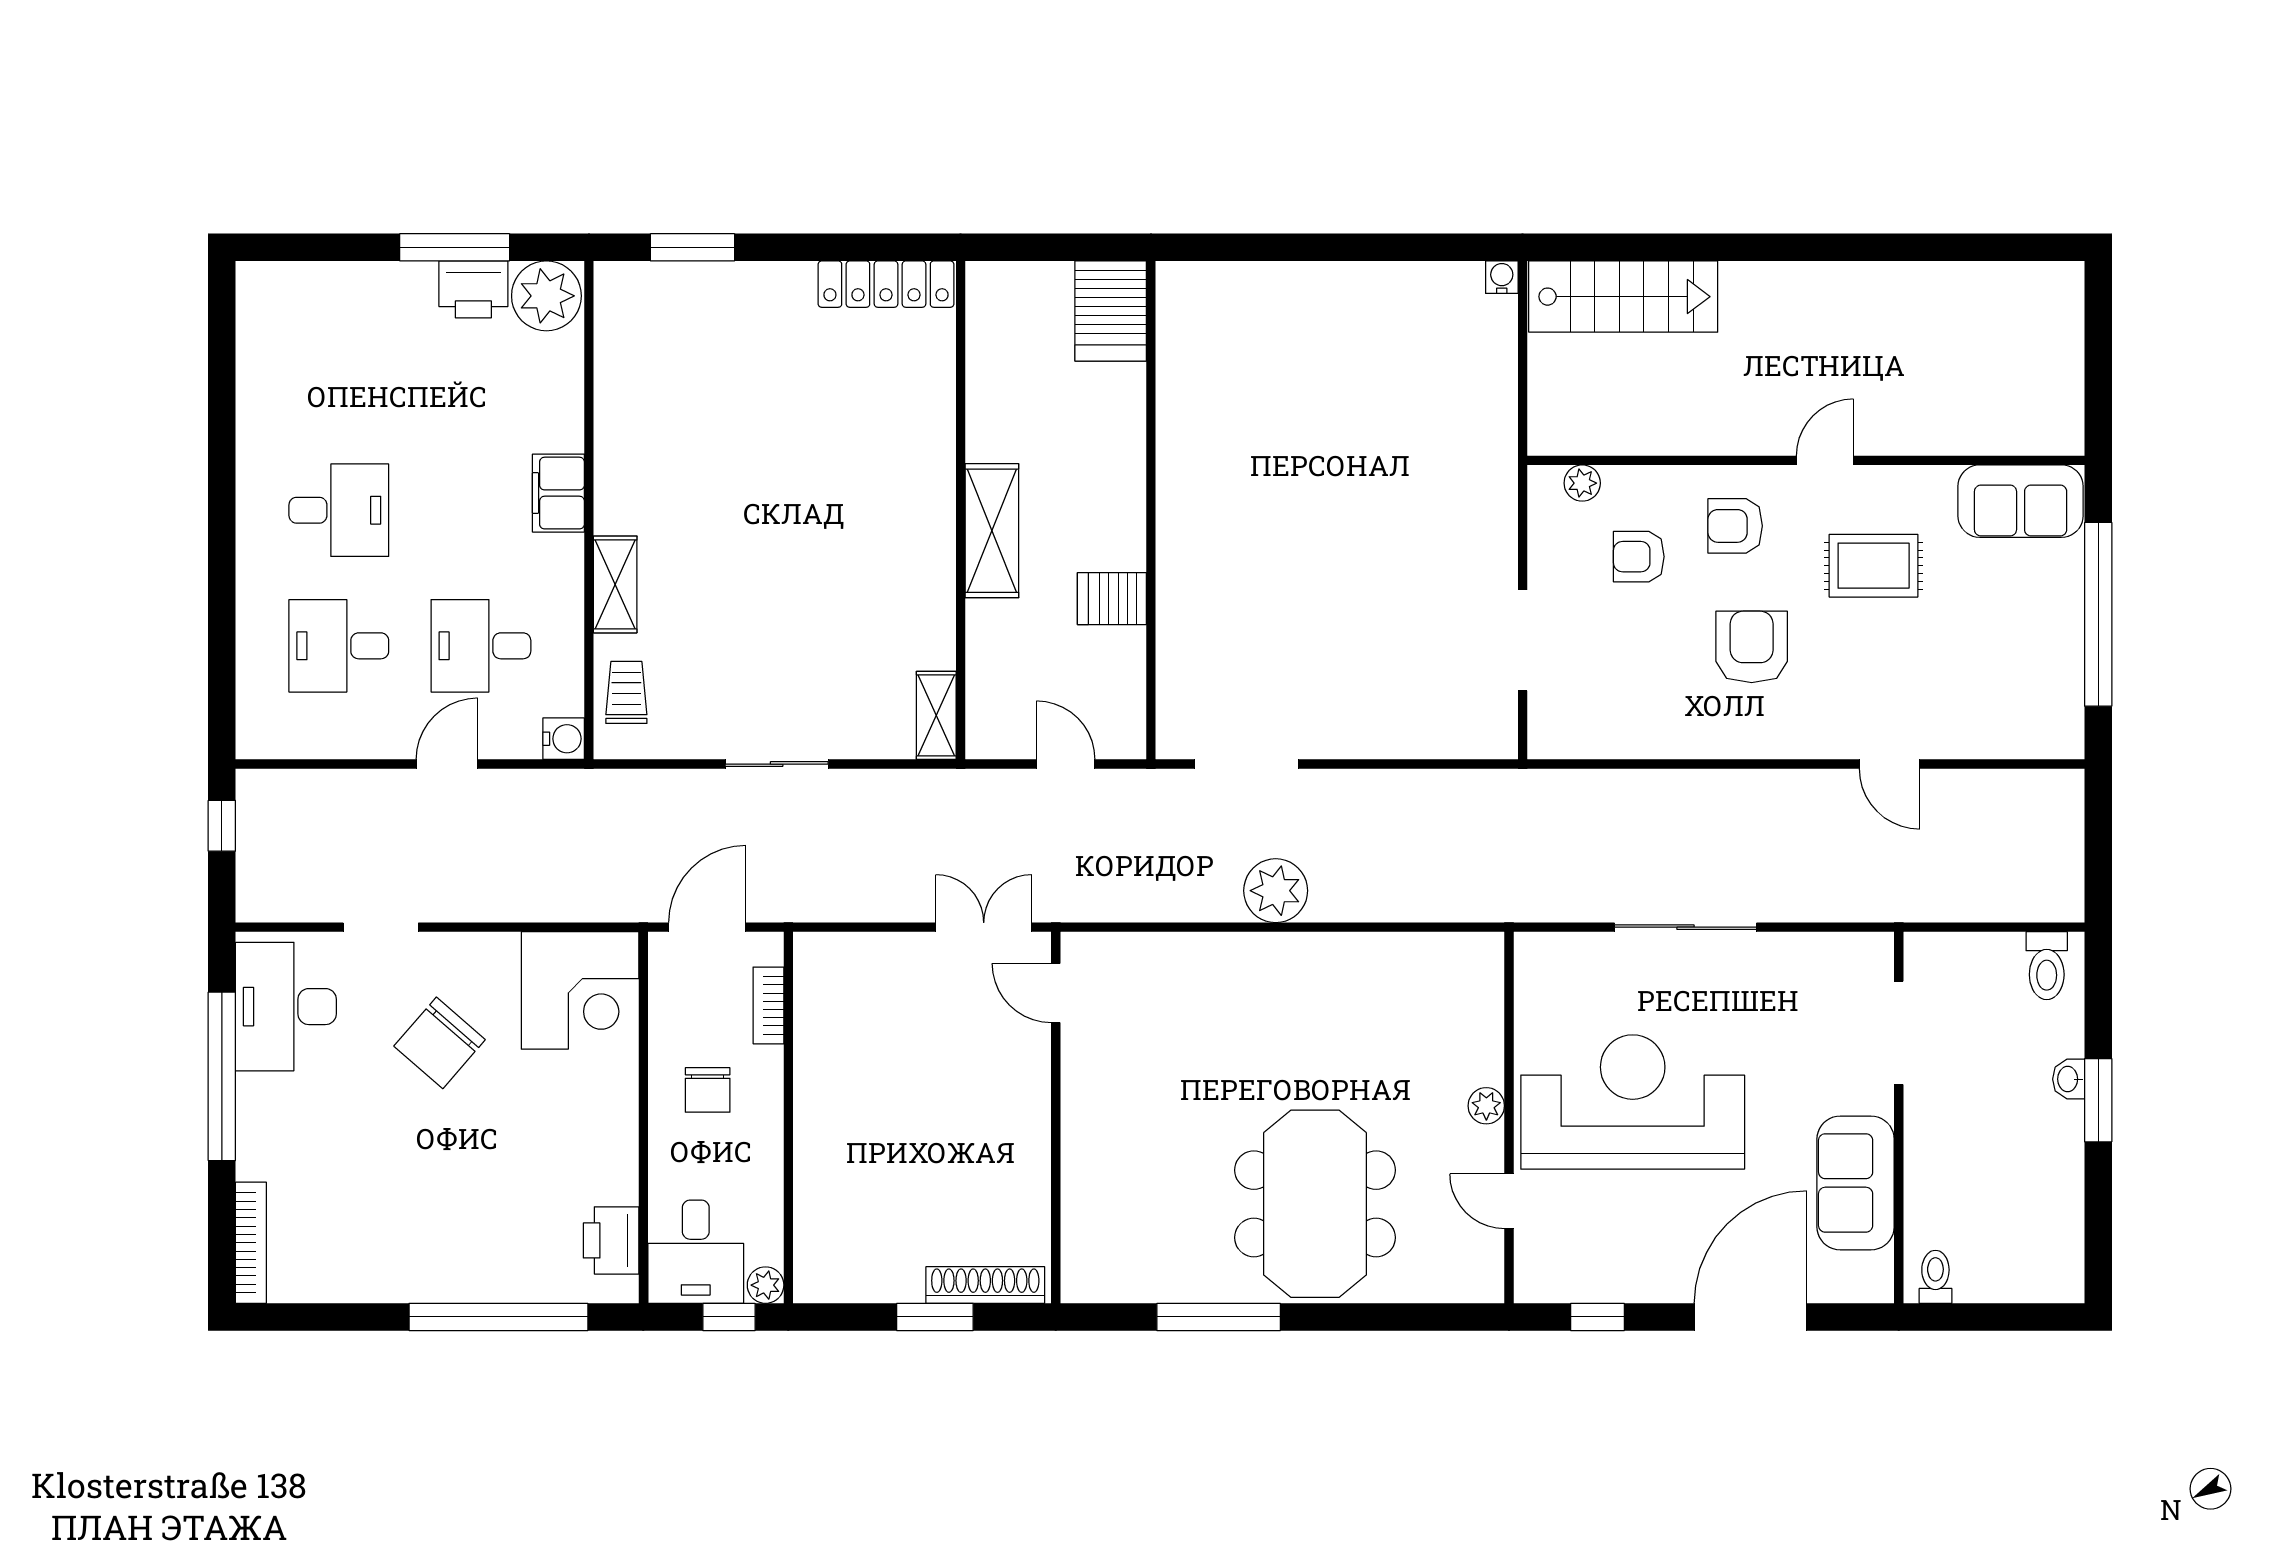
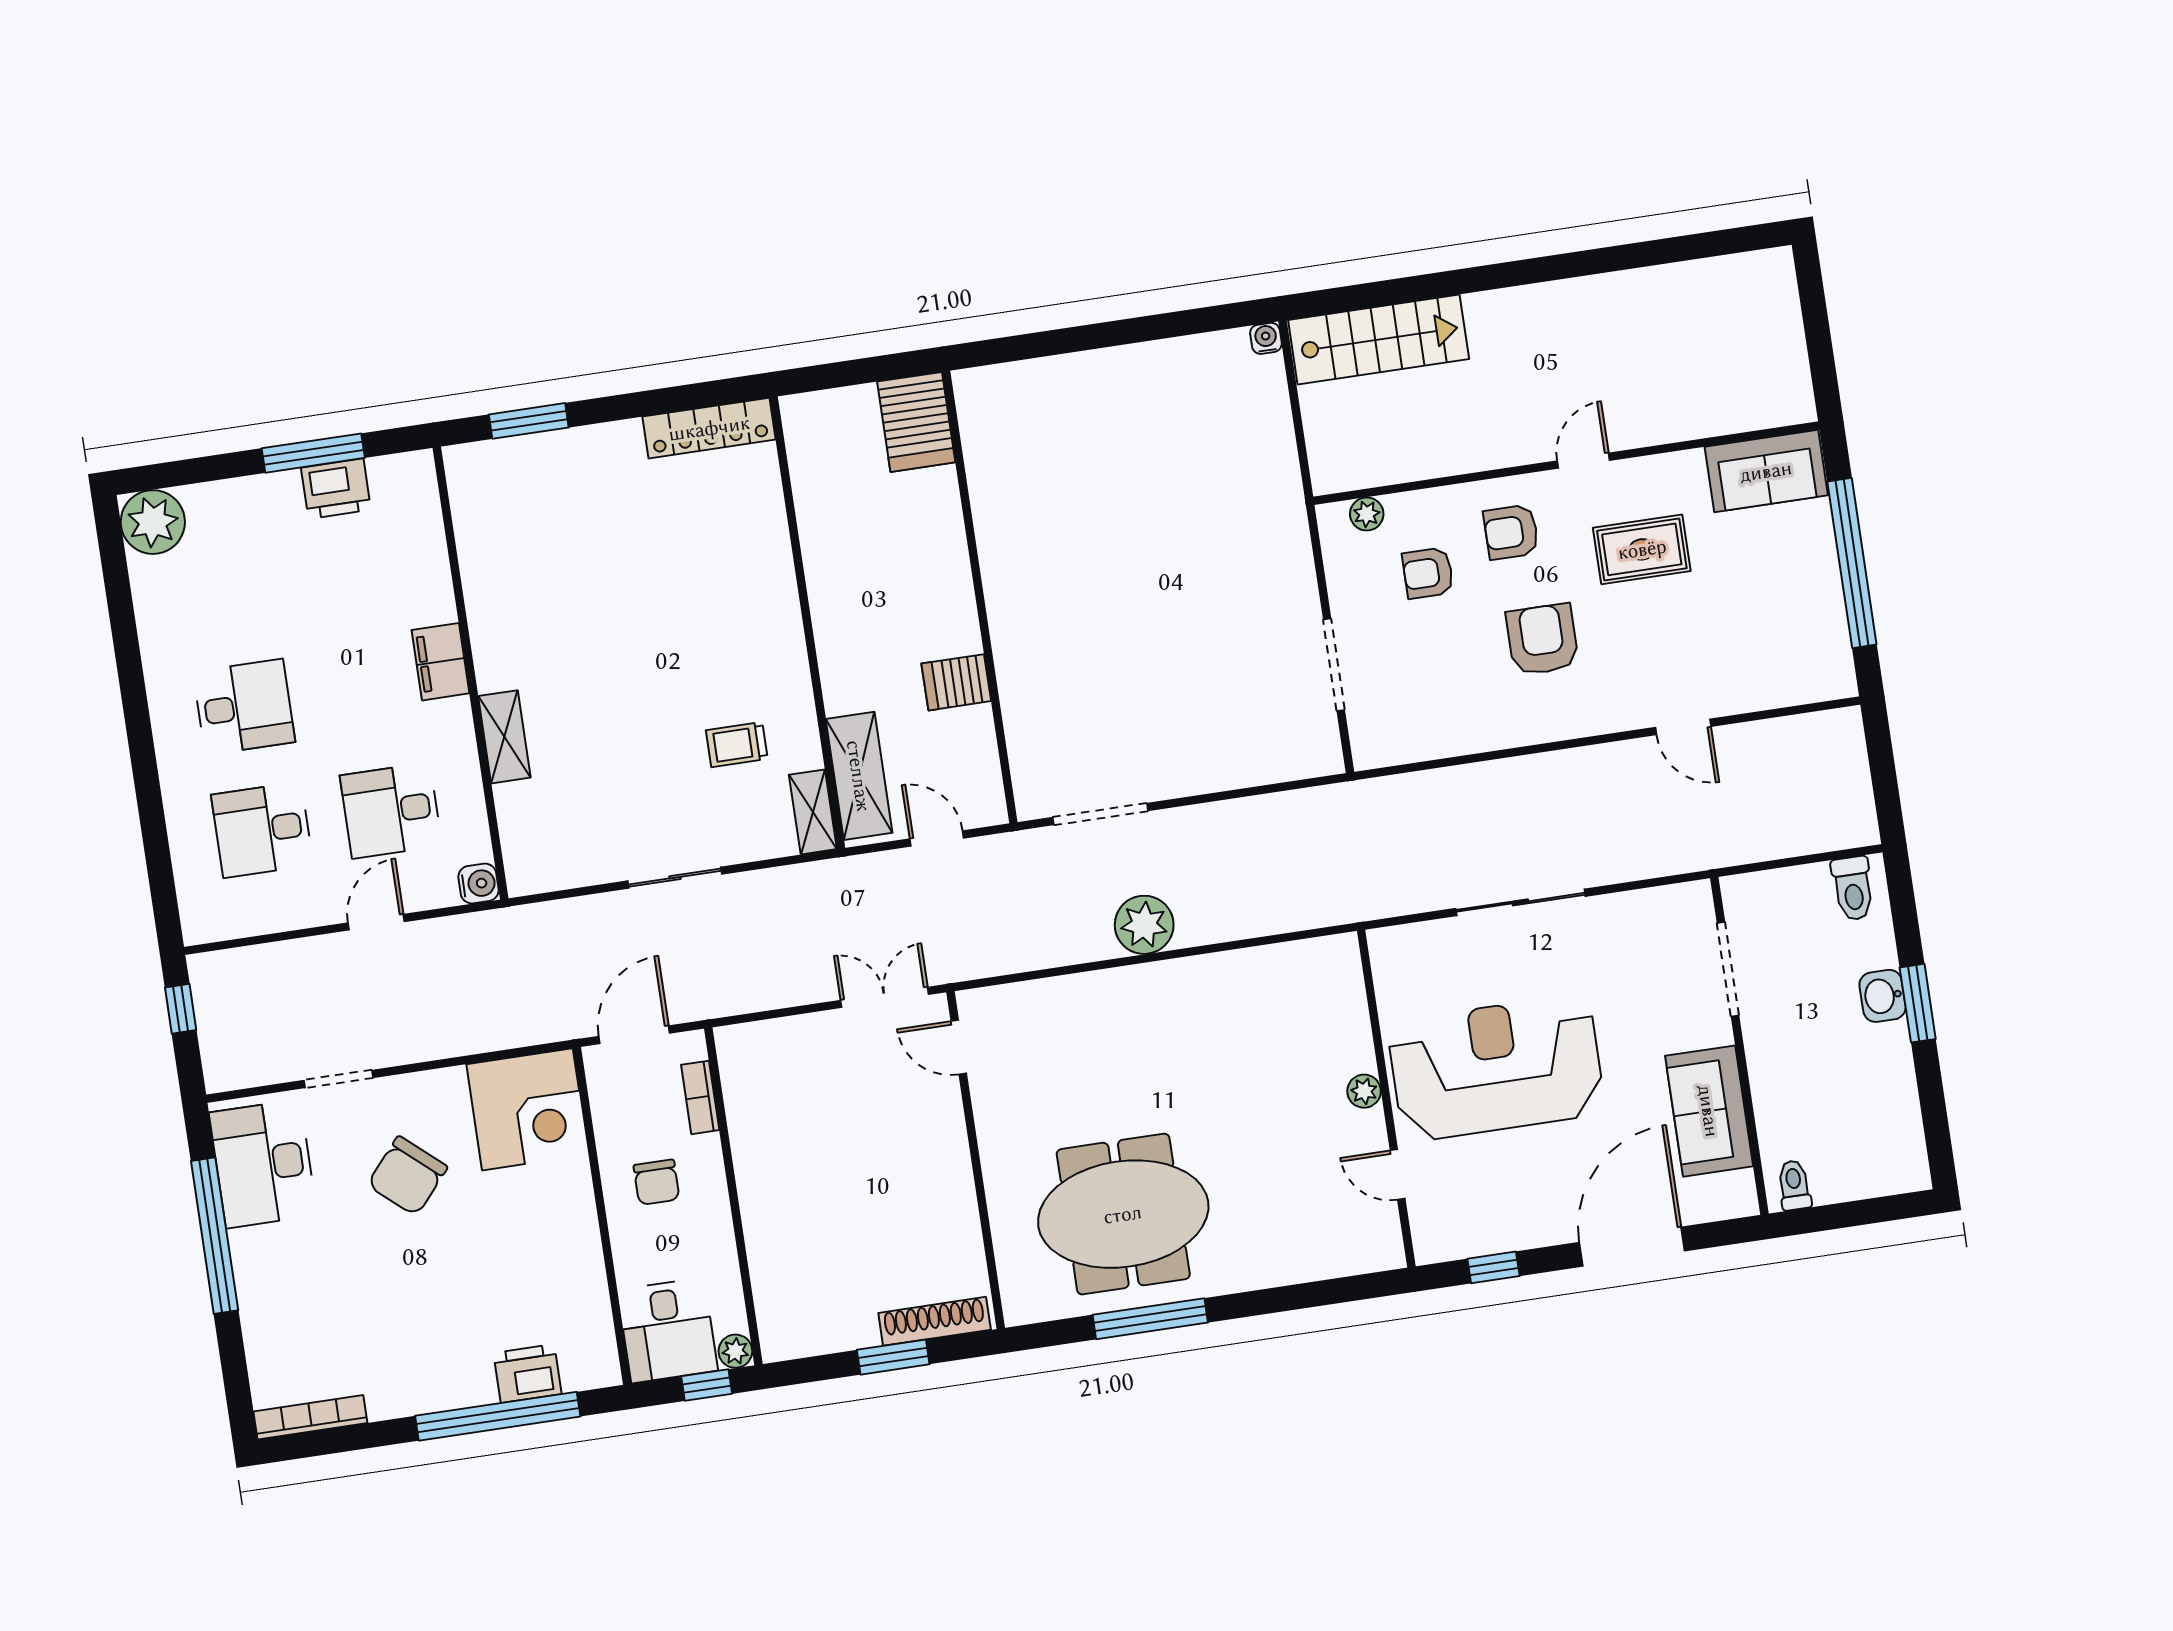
plant: (546, 296) -> (153, 522), moved
shelving: (992, 531) -> (859, 776), moved
trolley: (626, 692) -> (737, 745), moved, turned -90
washbasin: (2069, 1079) -> (1883, 996), width x1.38, depth x1.45
meeting table: (1315, 1204) -> (1123, 1214), moved, turned 90
printer: (611, 1240) -> (527, 1373), moved, turned 90
bookcase: (251, 1243) -> (310, 1417), moved, turned -90

